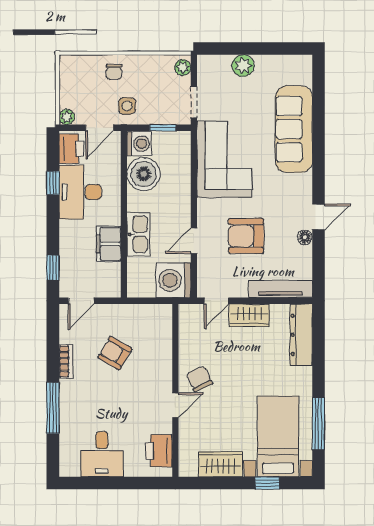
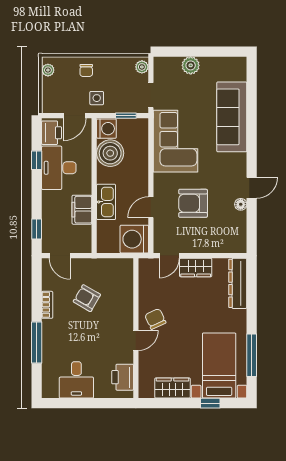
plant: (67, 117) -> (48, 70), moved
tv unit: (280, 289) -> (221, 246), removed
door: (81, 301) -> (60, 256), hinge flipped

